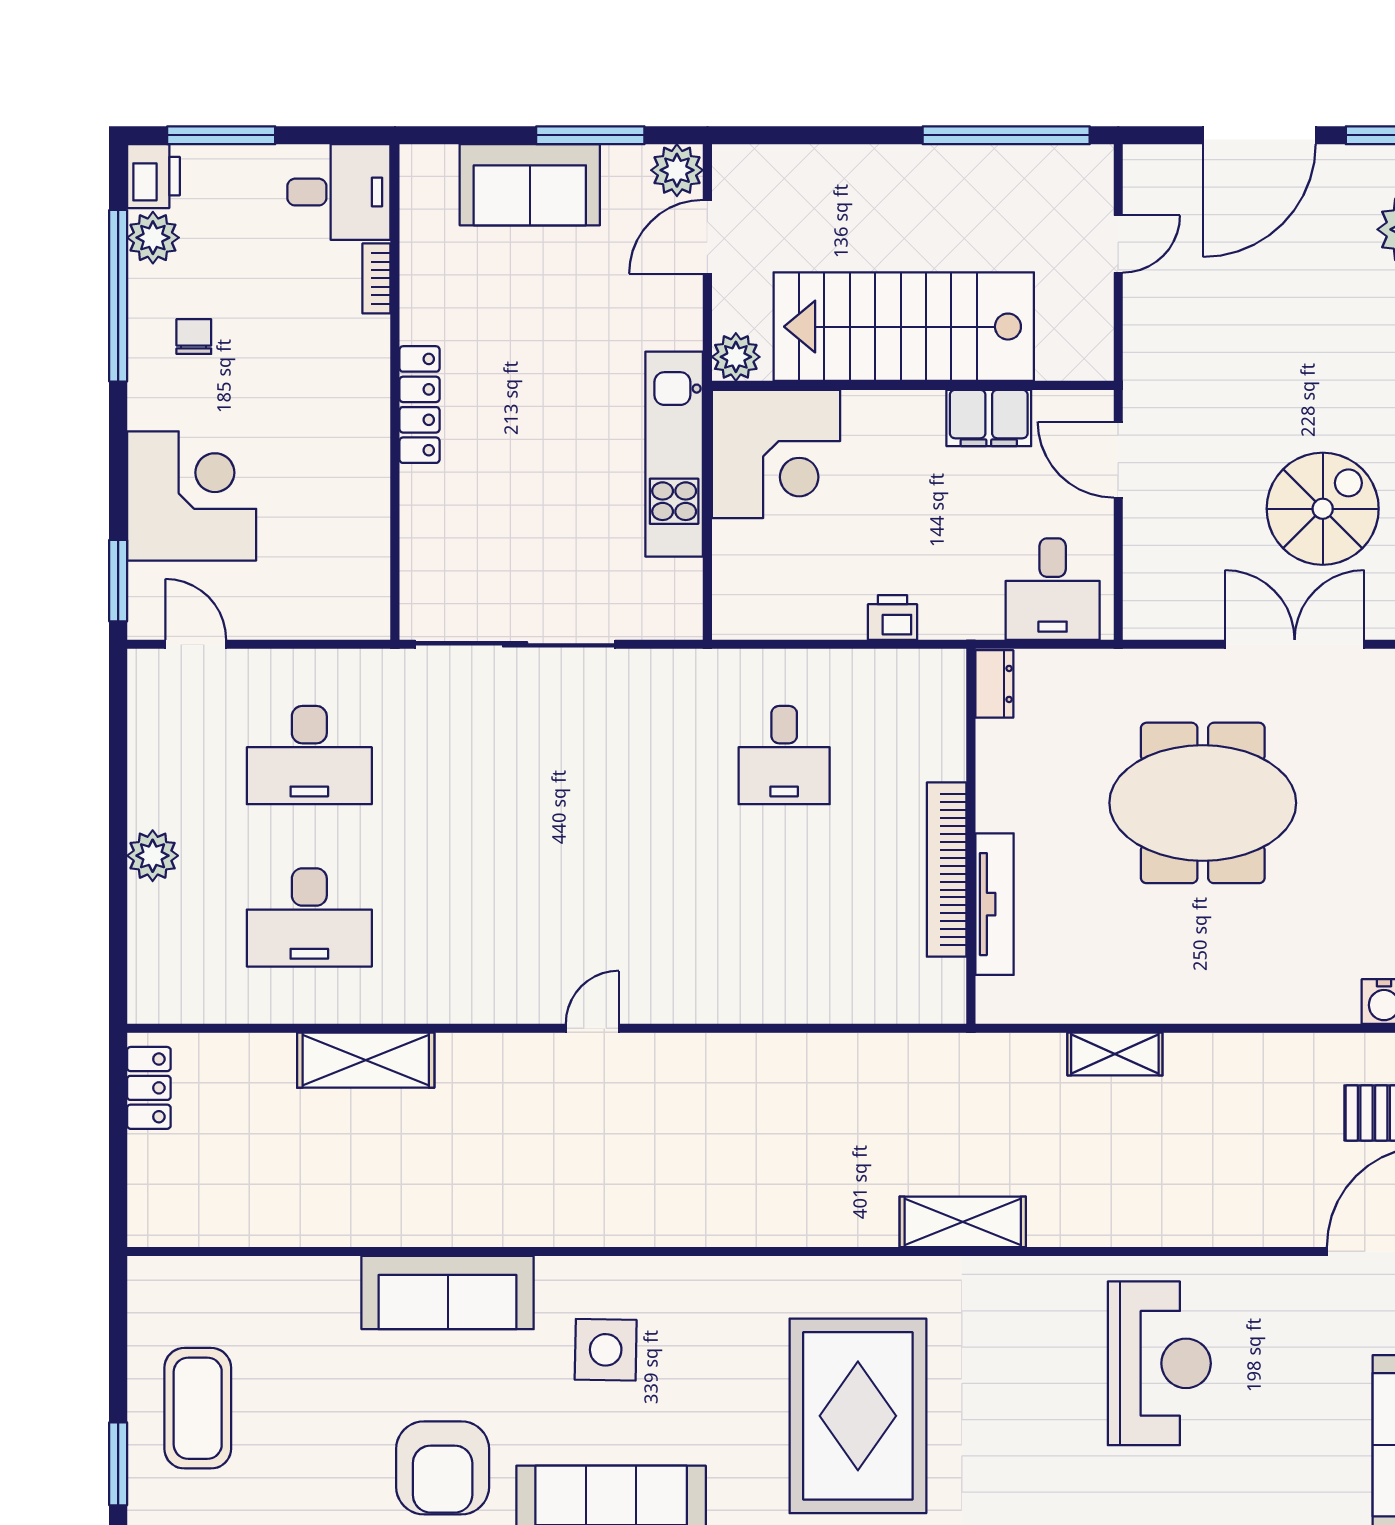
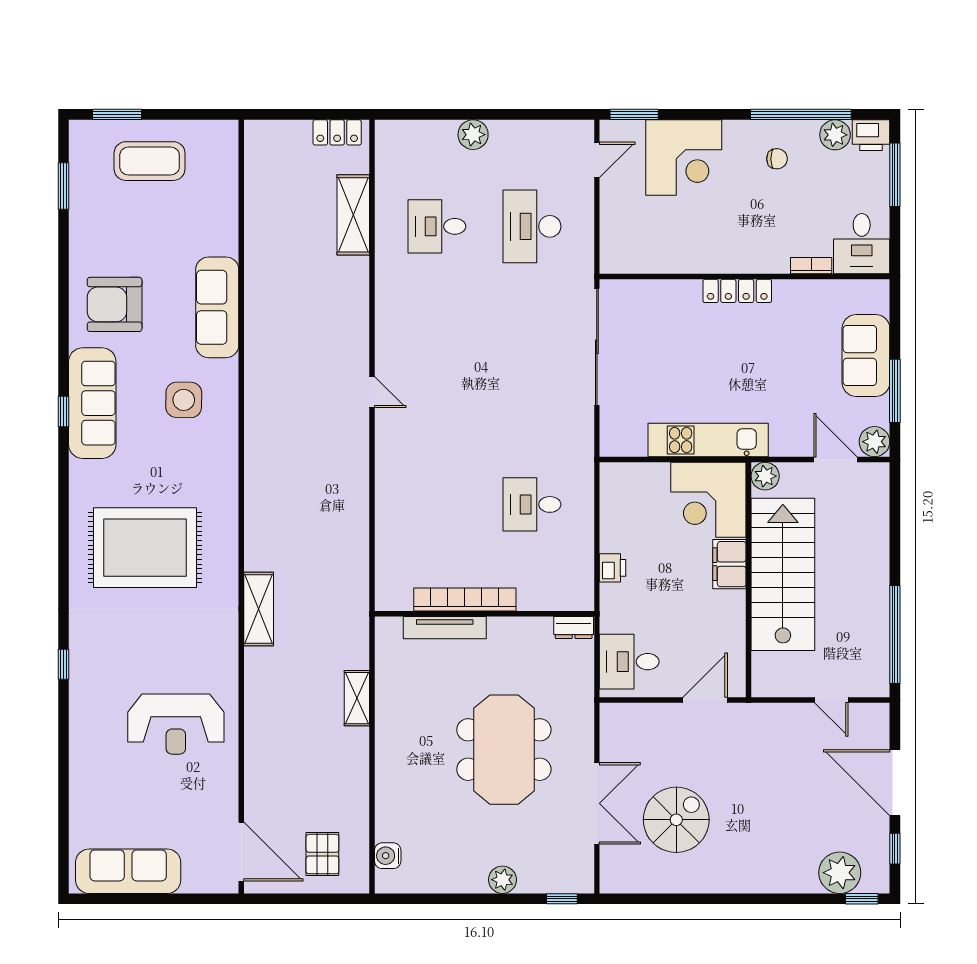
filing cabinet: (989, 418) -> (729, 564), moved
spiral stairs: (1323, 509) -> (676, 820), turned -90
desk: (309, 917) -> (437, 226), width x0.73
shelving: (366, 1060) -> (353, 215), moved

